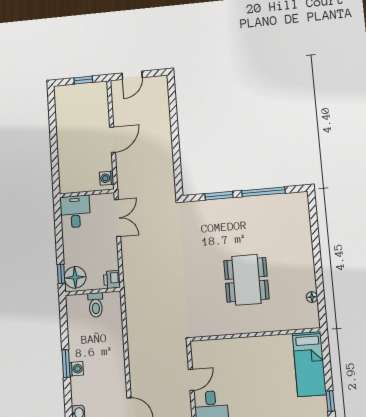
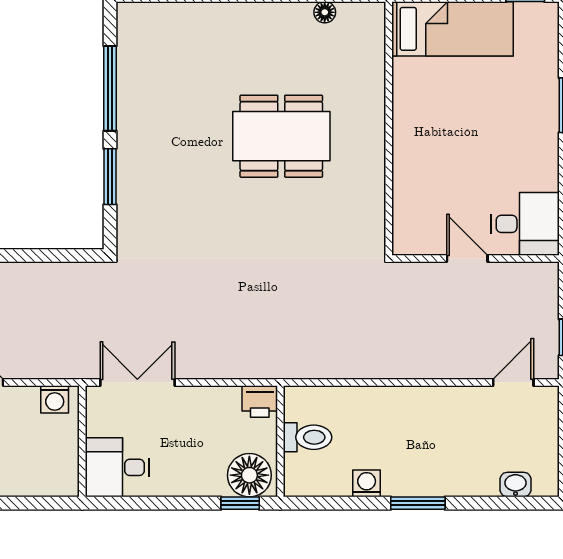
washing machine: (76, 369) -> (367, 483), moved

